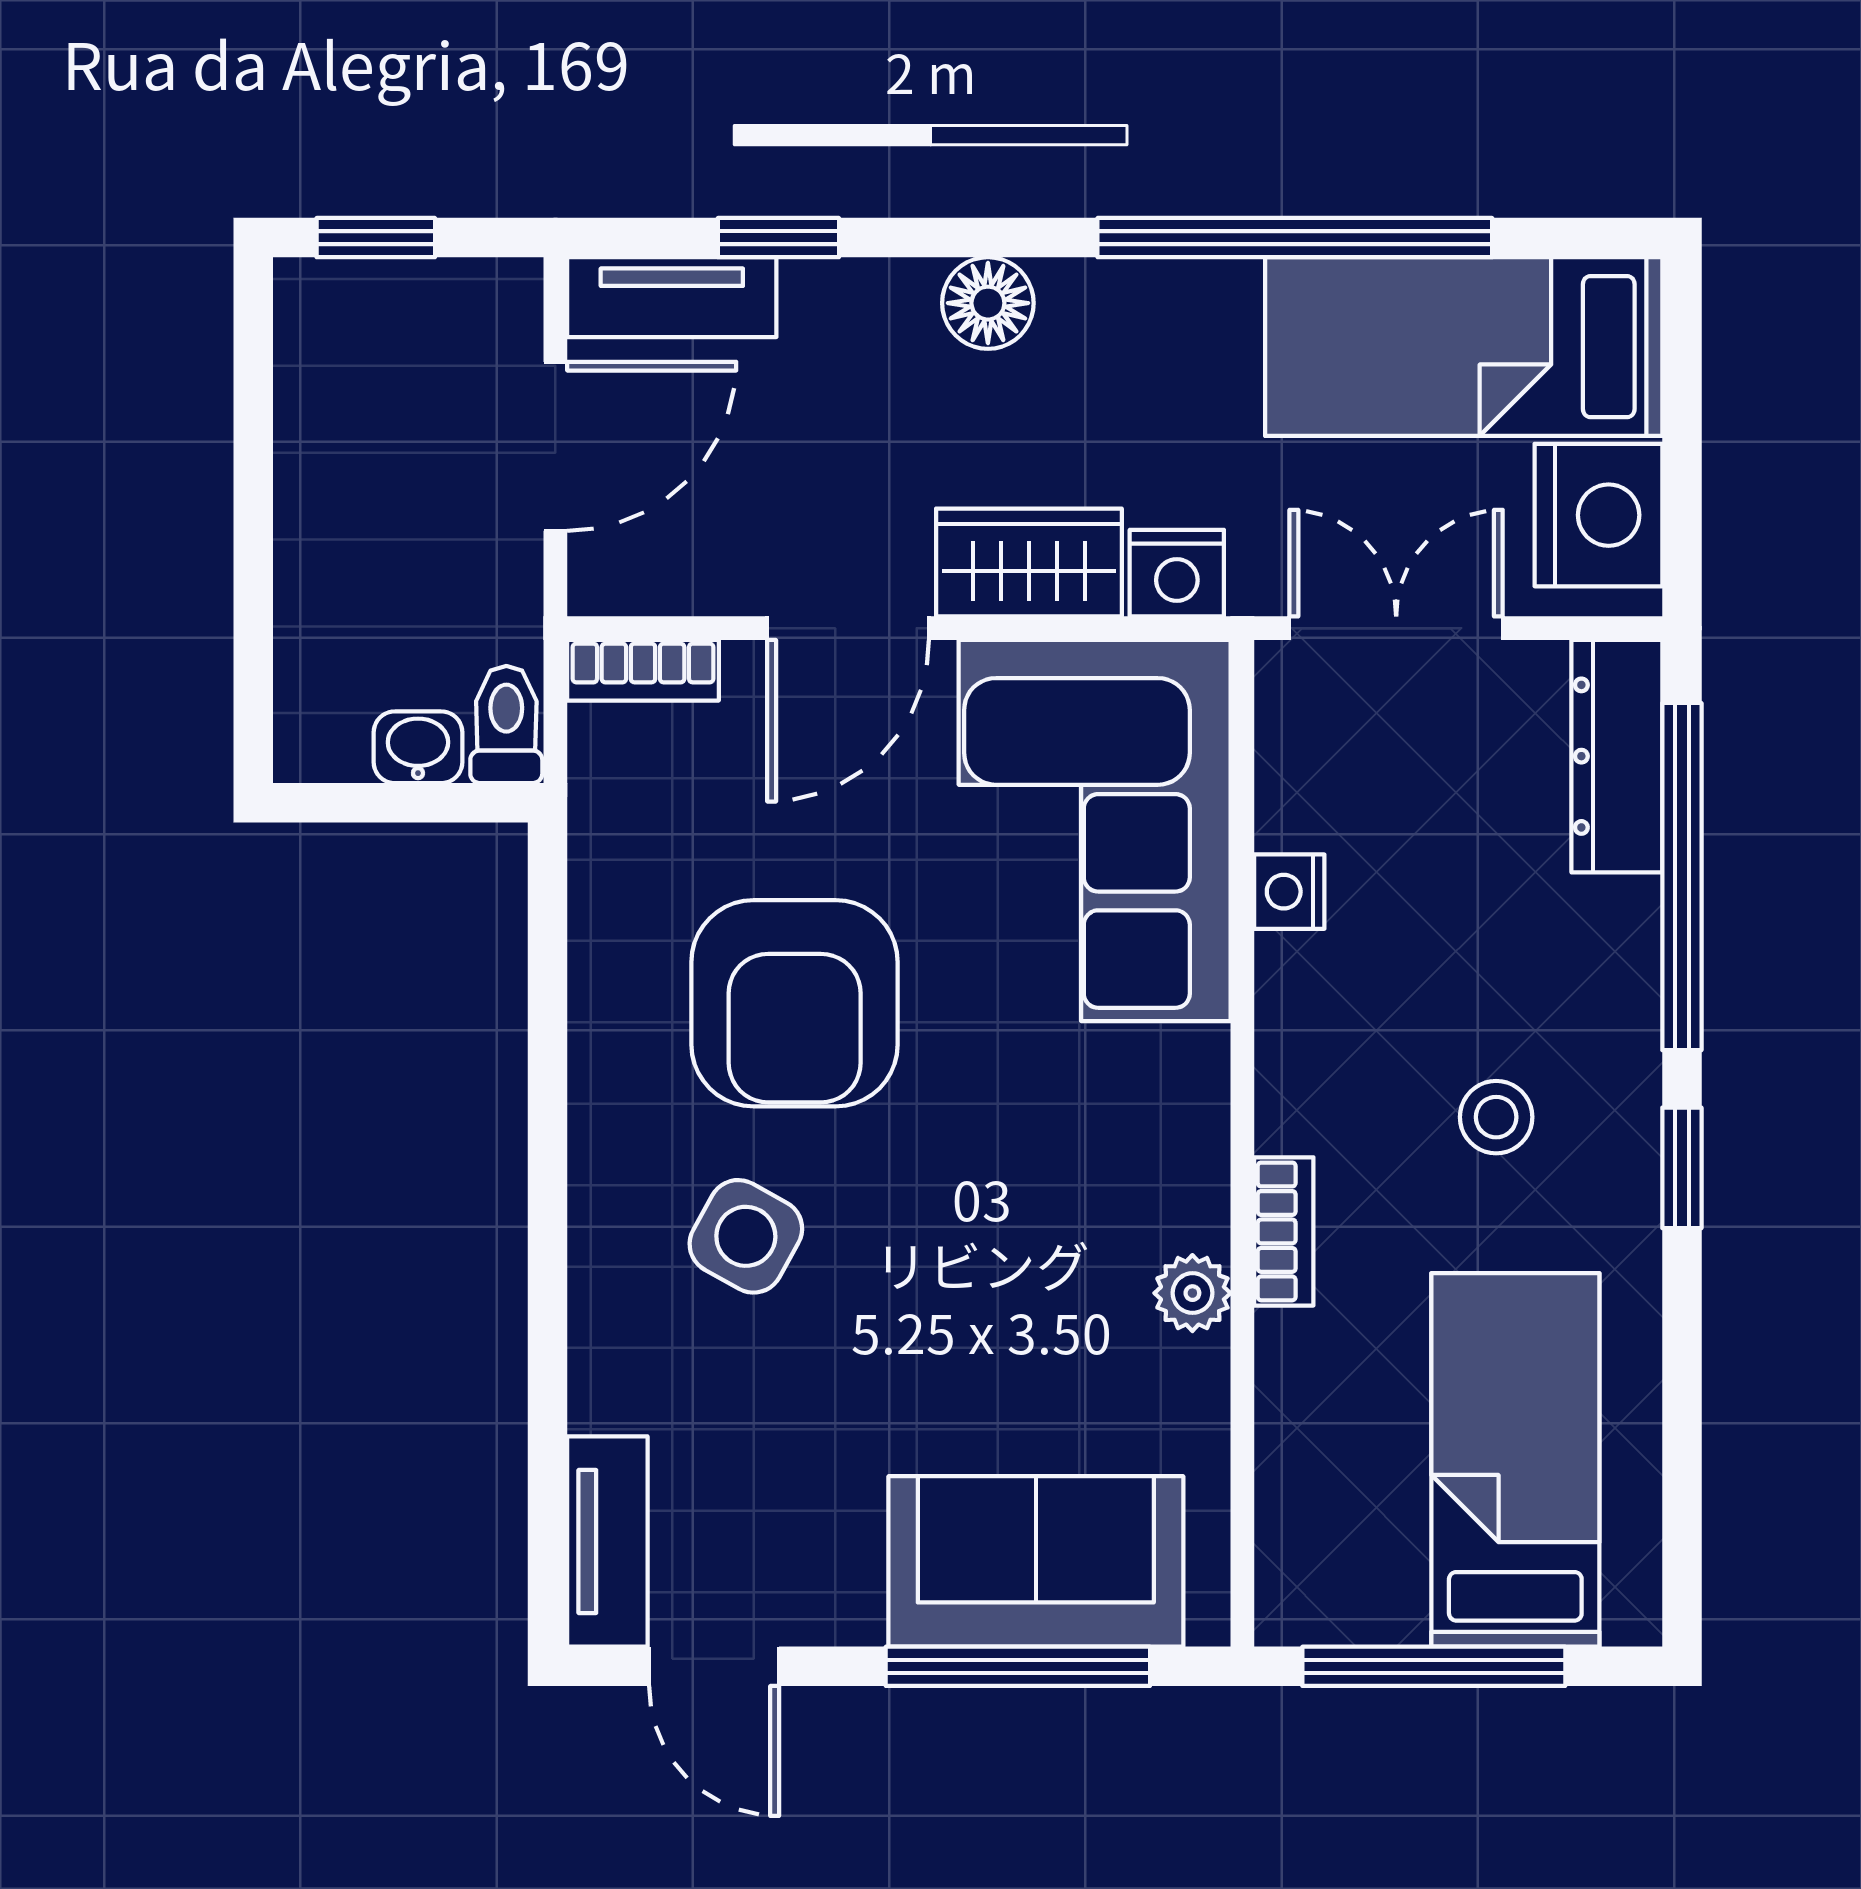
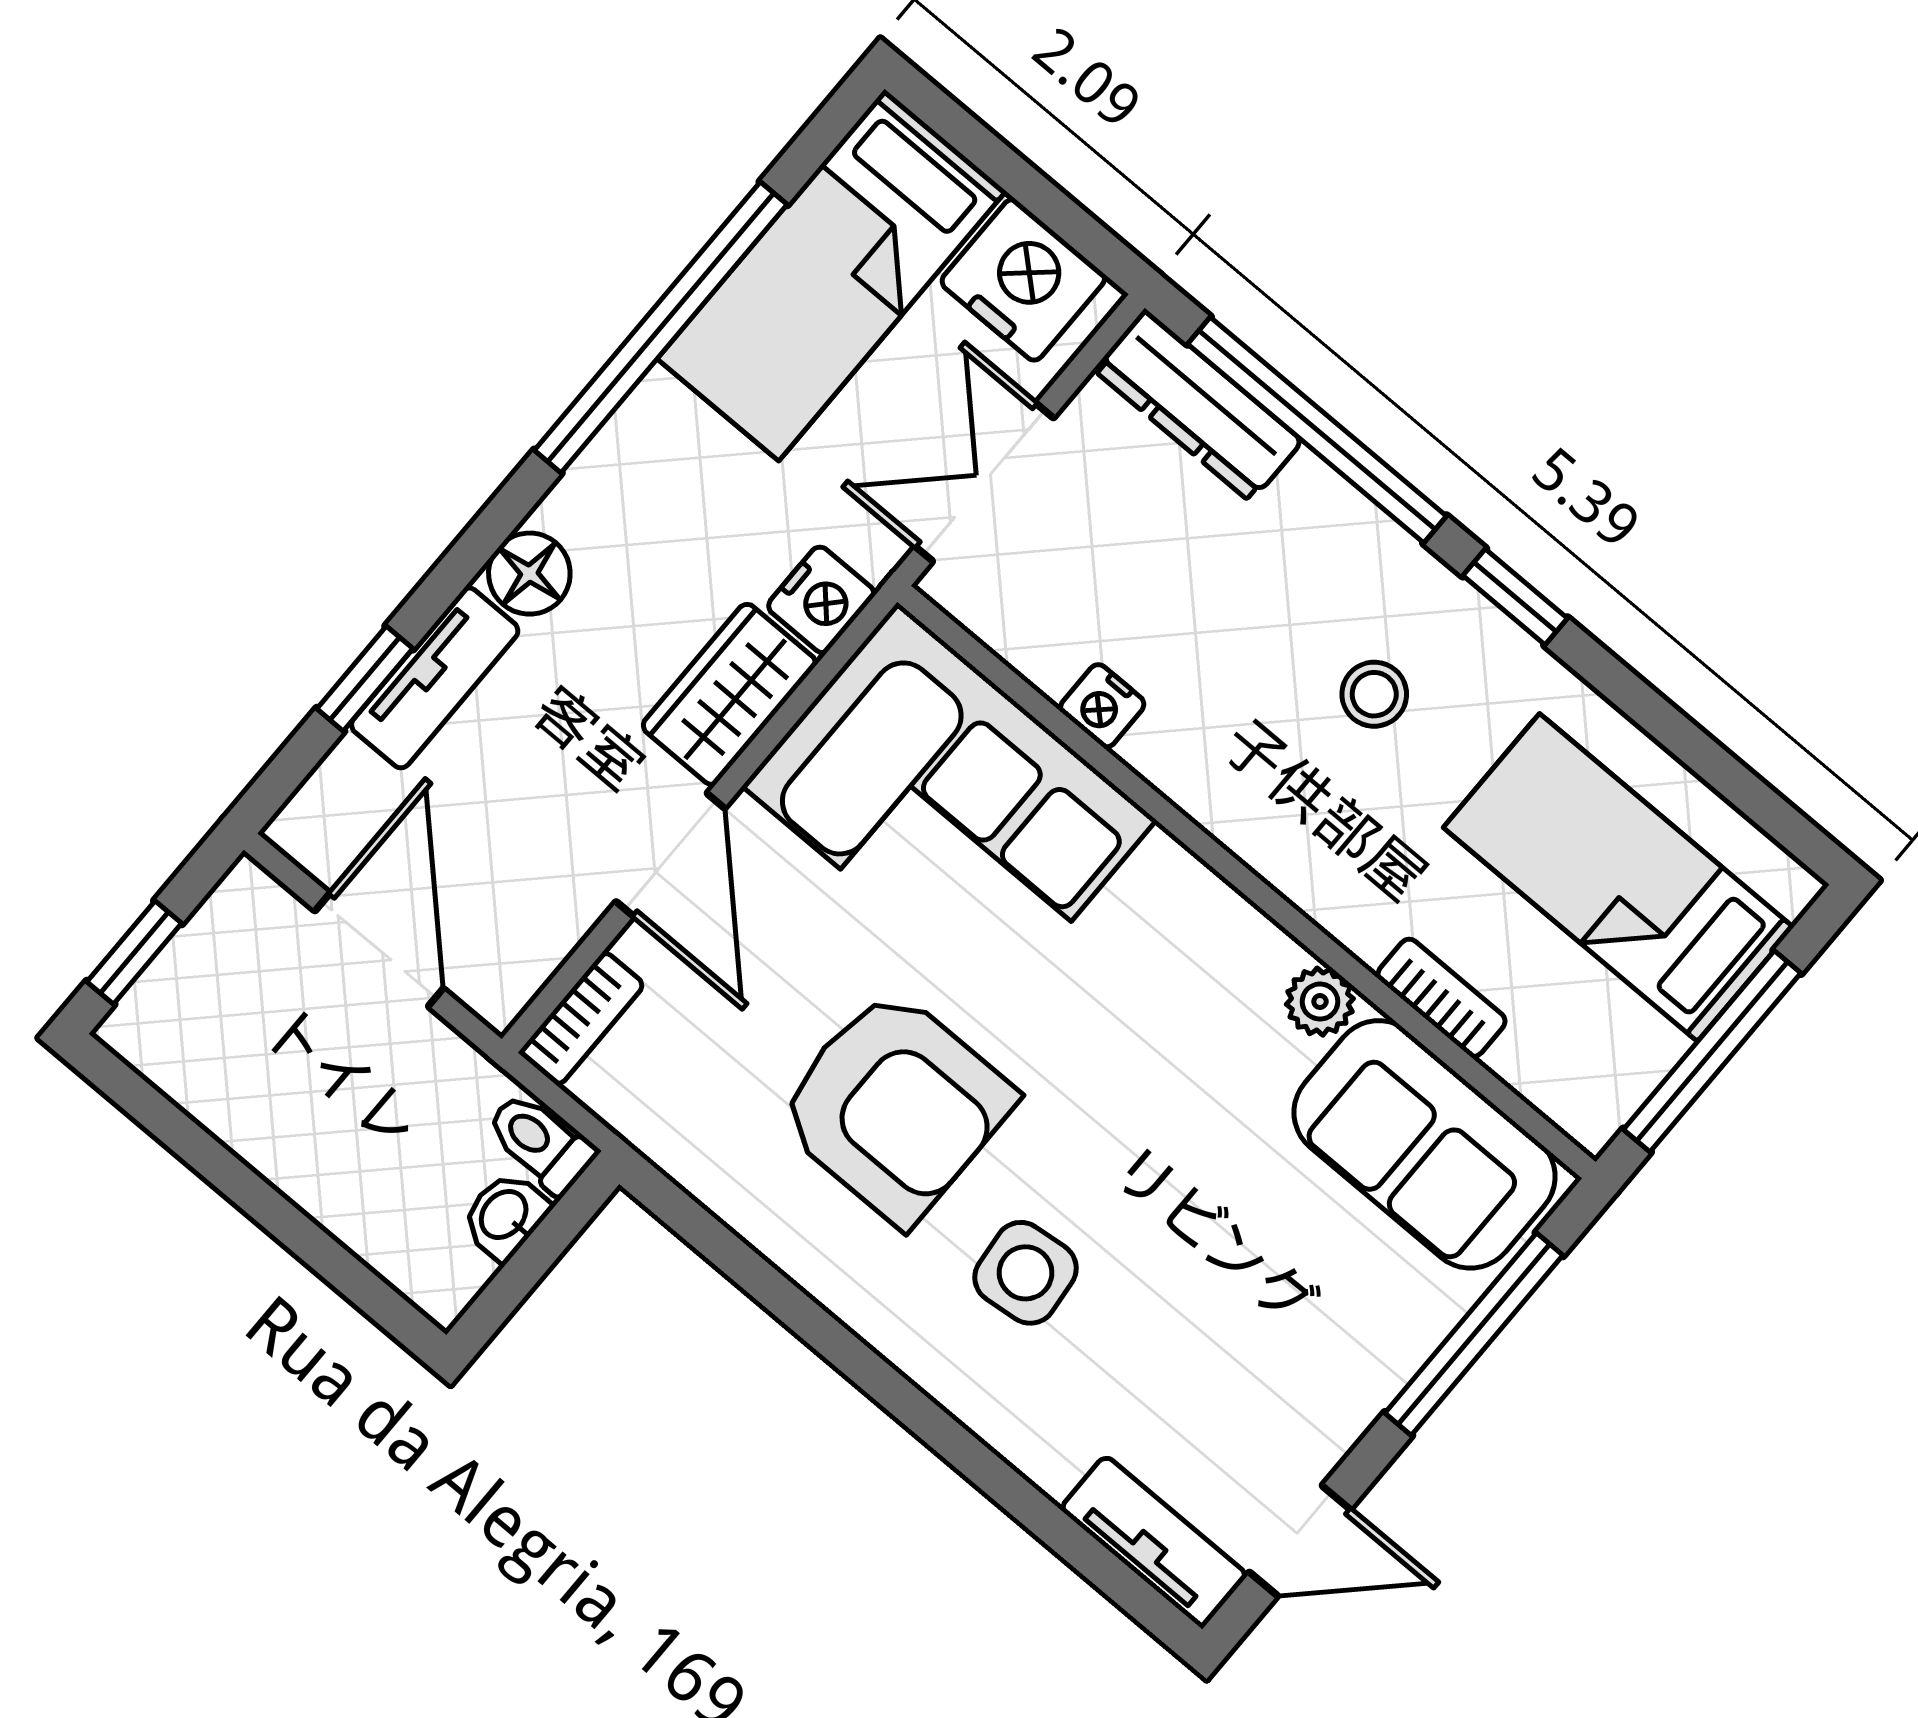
tv unit: (672, 297) -> (435, 678), moved
bookcase: (1284, 1231) -> (1441, 998), moved
side table: (746, 1236) -> (1026, 1273), turned -35
sofa: (1036, 1561) -> (1425, 1144), moved, turned -90

